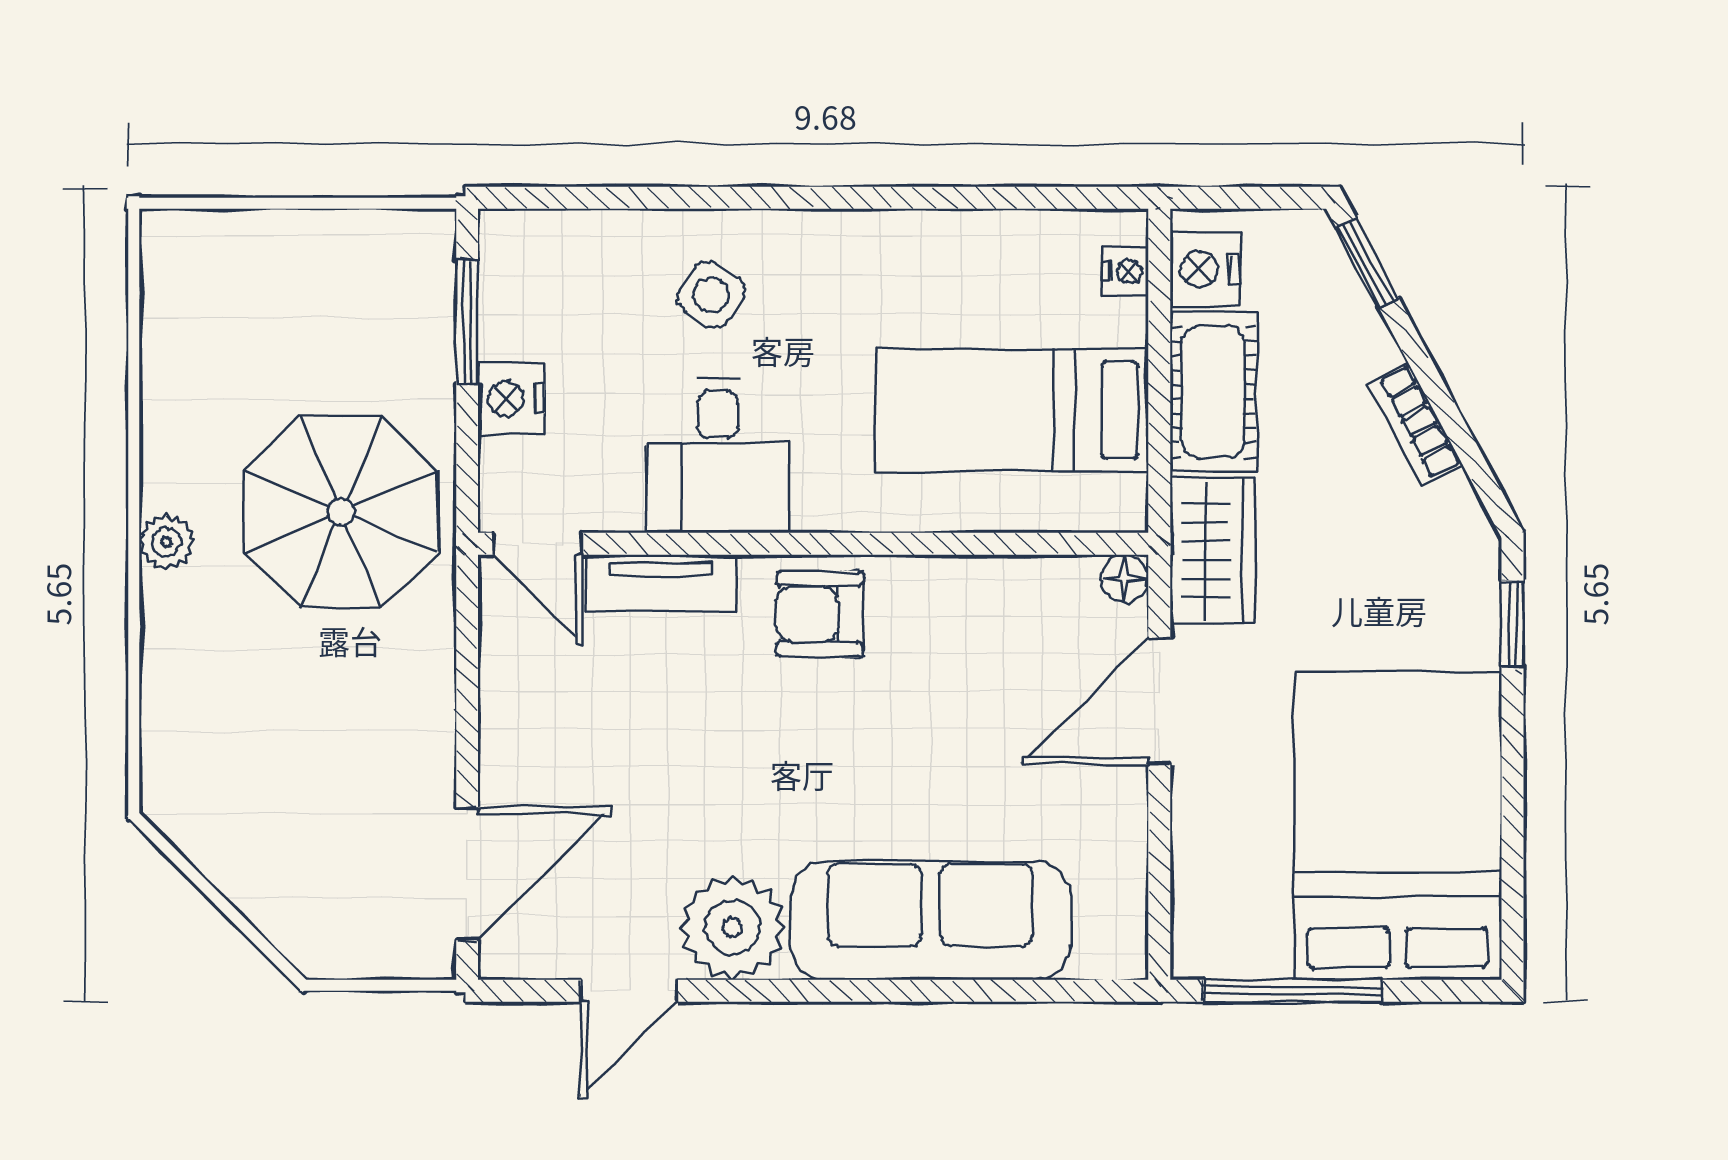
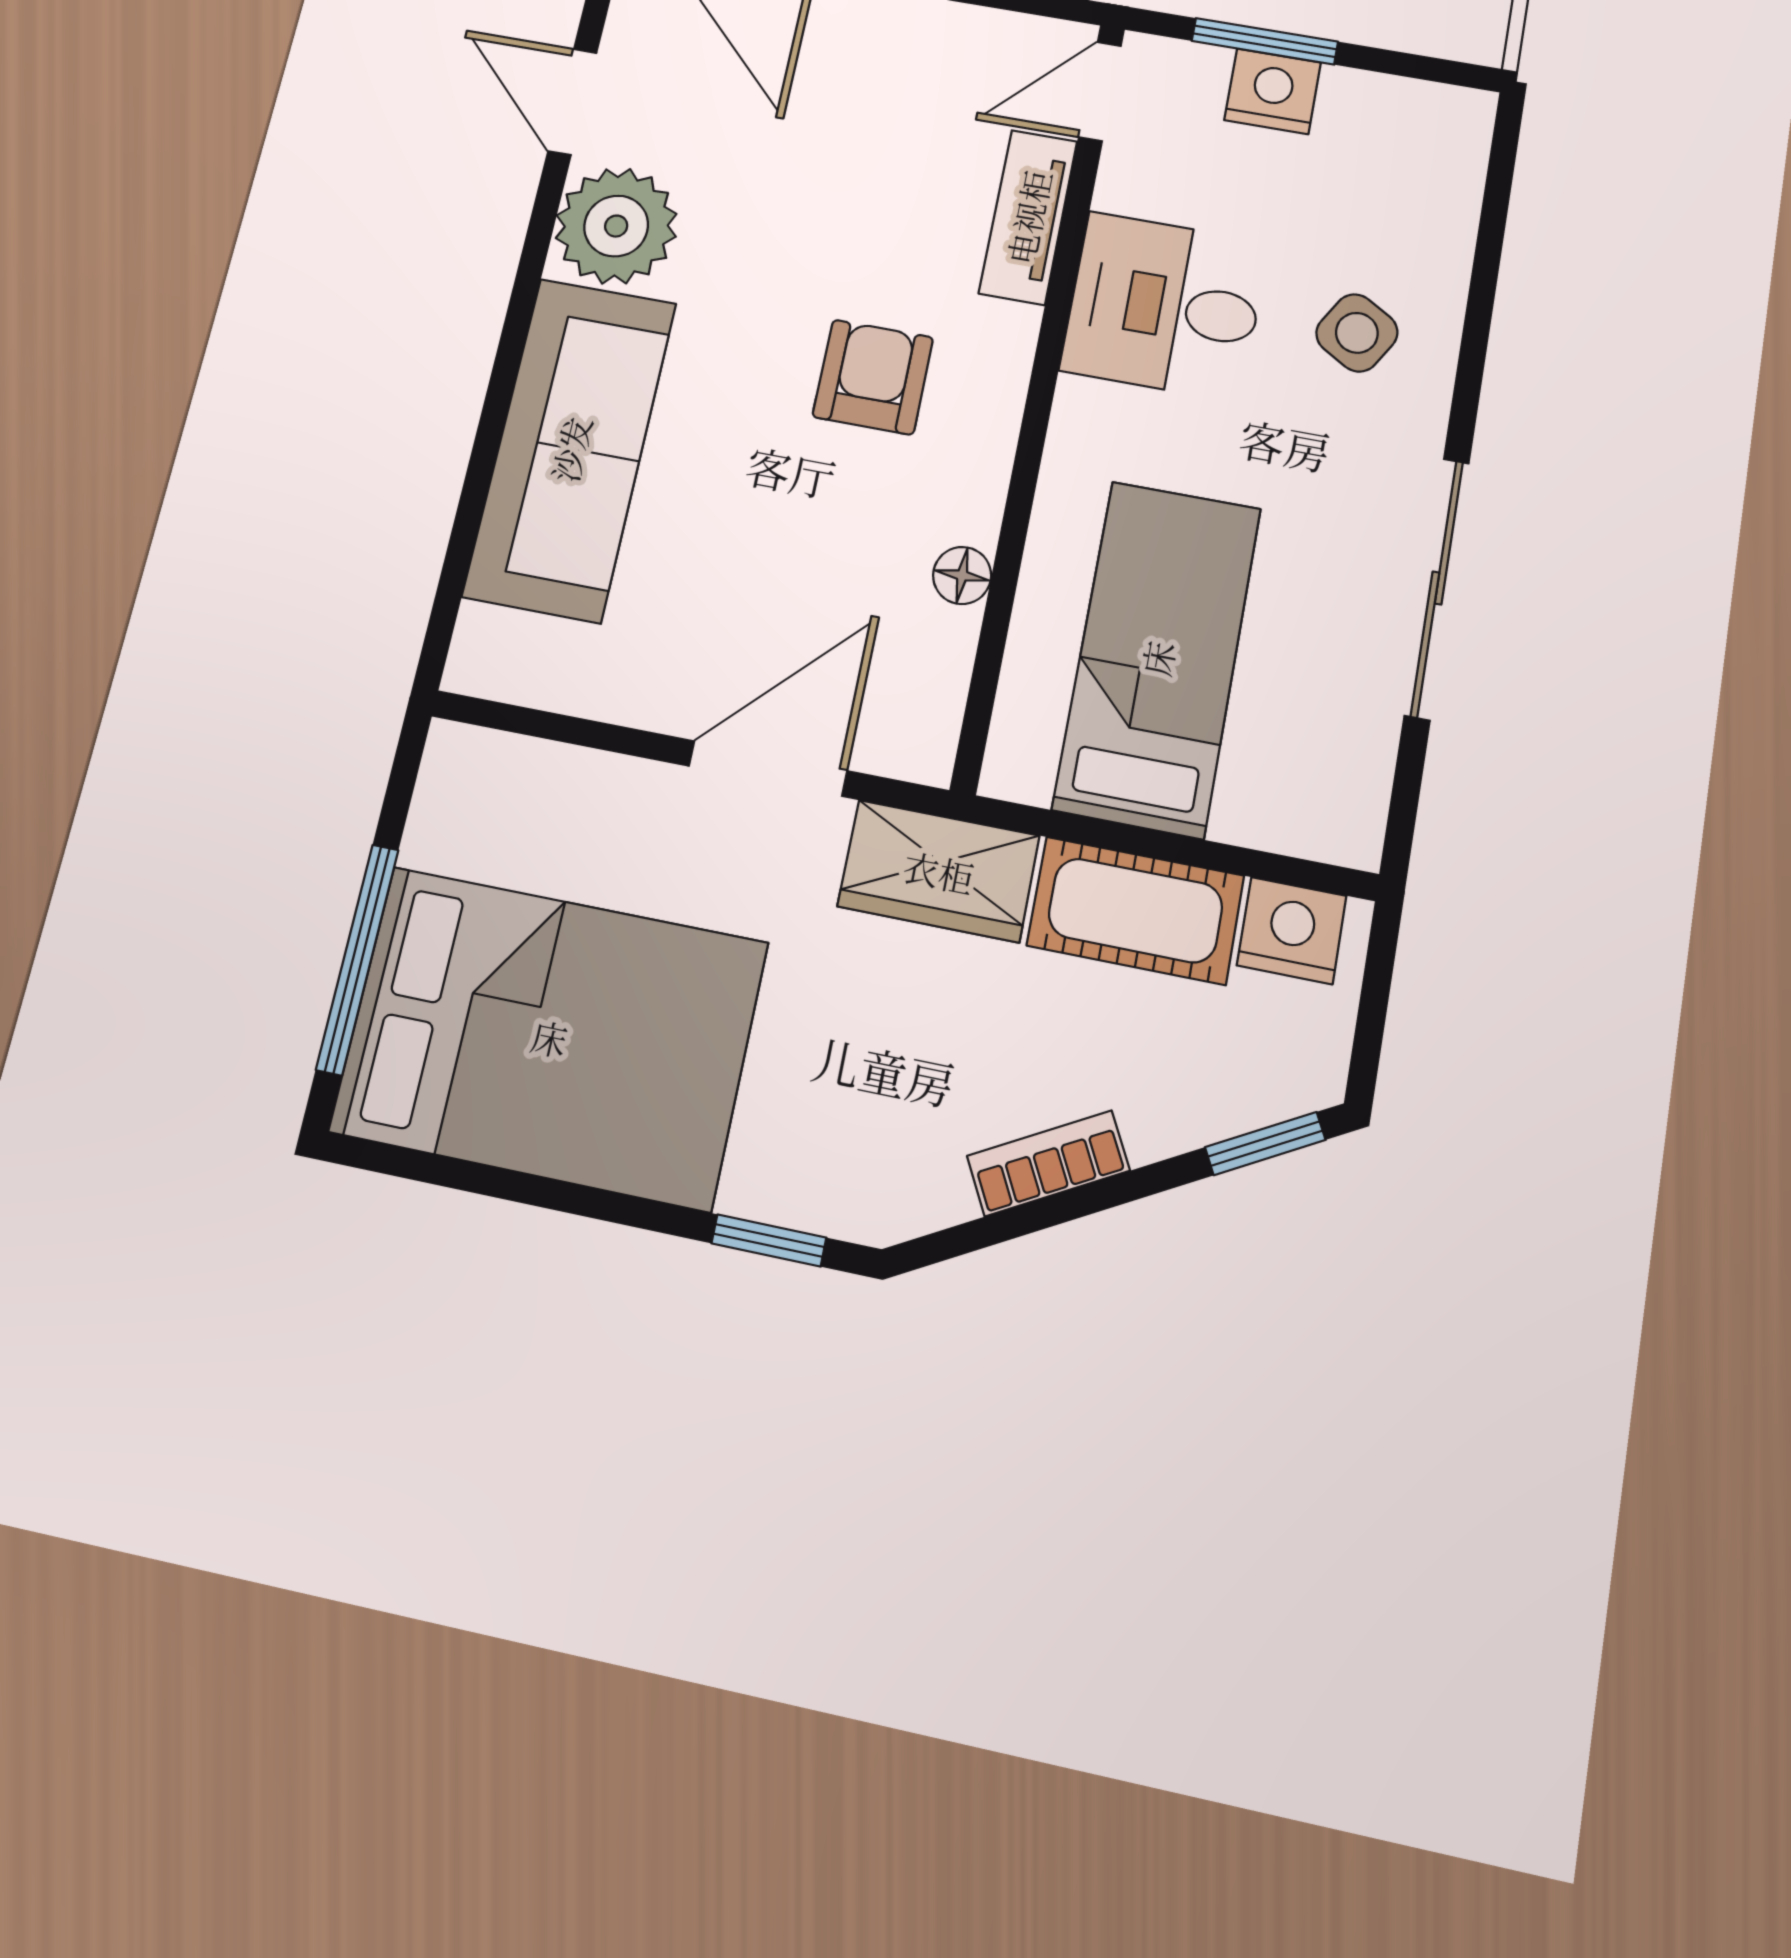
sliding door: (913, 198) -> (1437, 588), added
nightstand: (1126, 271) -> (1305, 830), removed
window: (467, 322) -> (1265, 41), moved
floor lamp: (1125, 578) -> (962, 575), moved
armchair: (820, 614) -> (873, 377), moved
door: (1159, 701) -> (768, 768), hinge flipped
window: (1293, 991) -> (357, 959), moved

